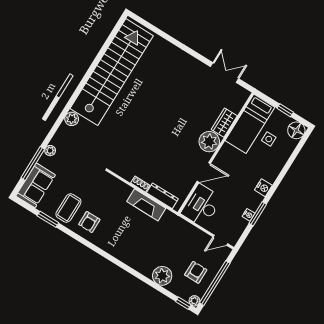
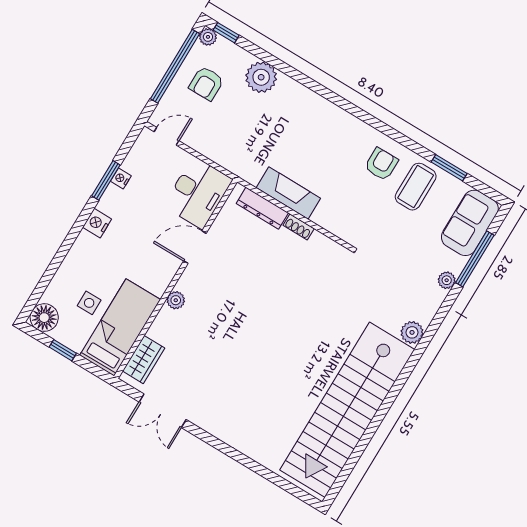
wardrobe: (224, 123) -> (144, 360), moved
plant: (209, 142) -> (176, 300), width x0.53, depth x0.53

